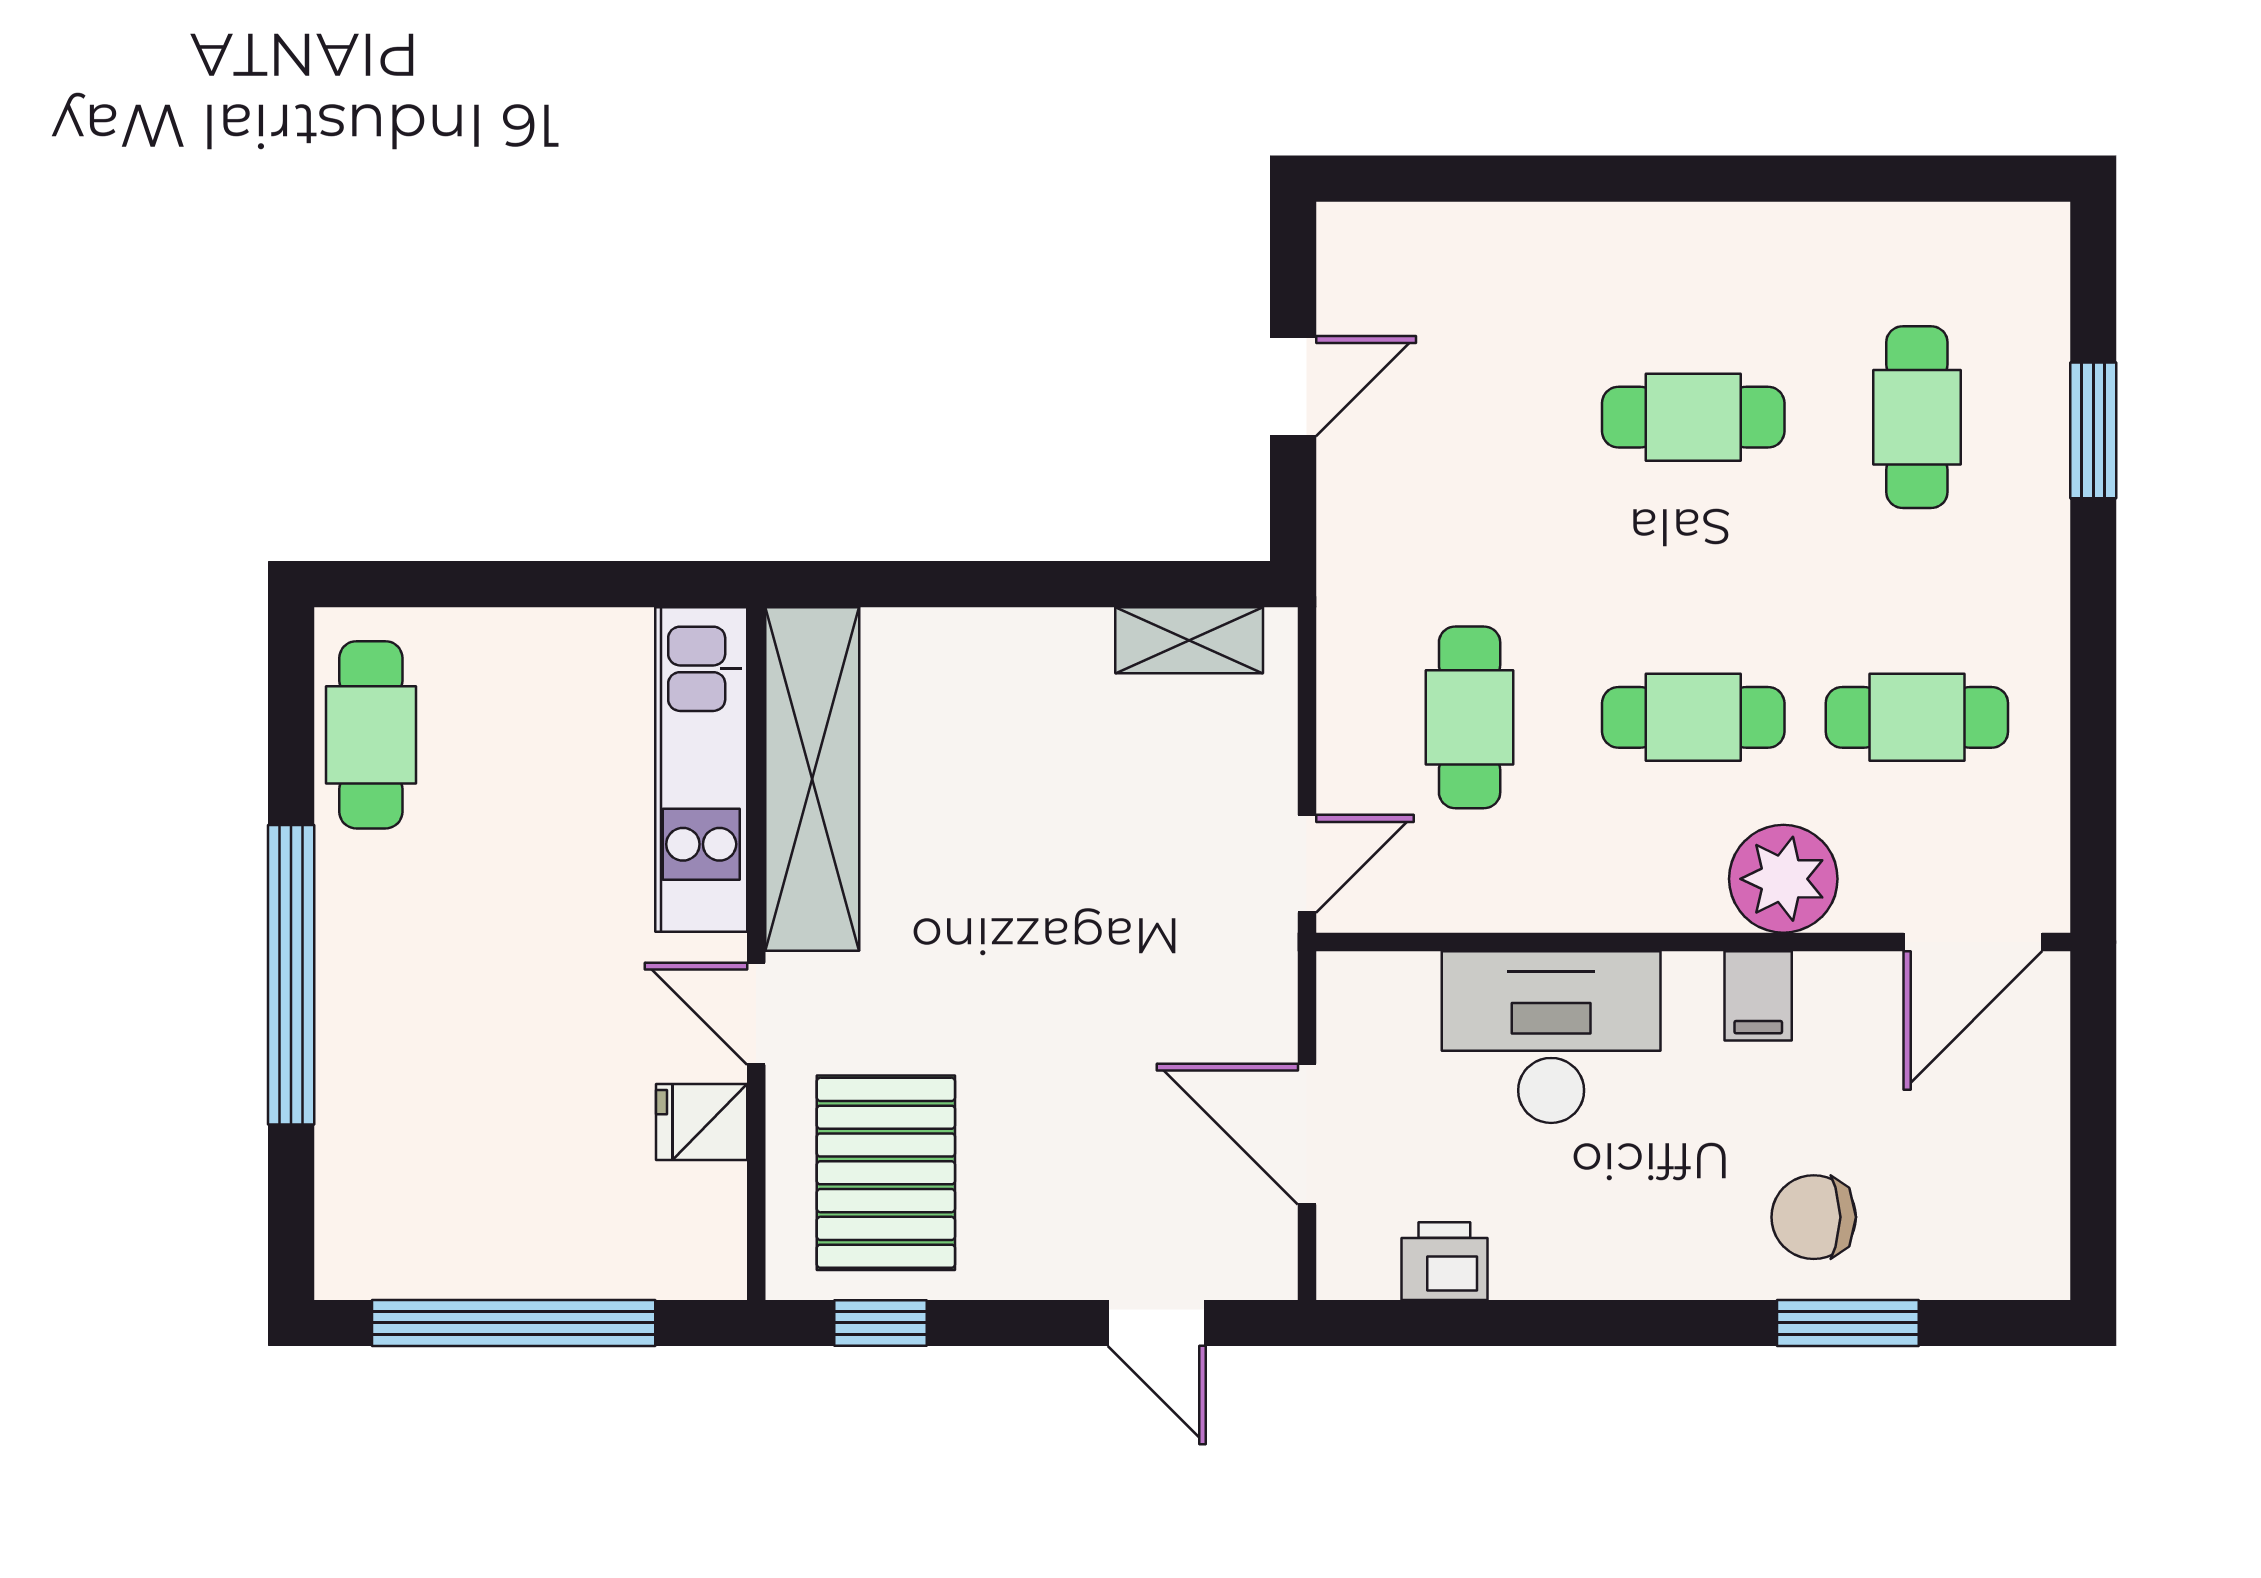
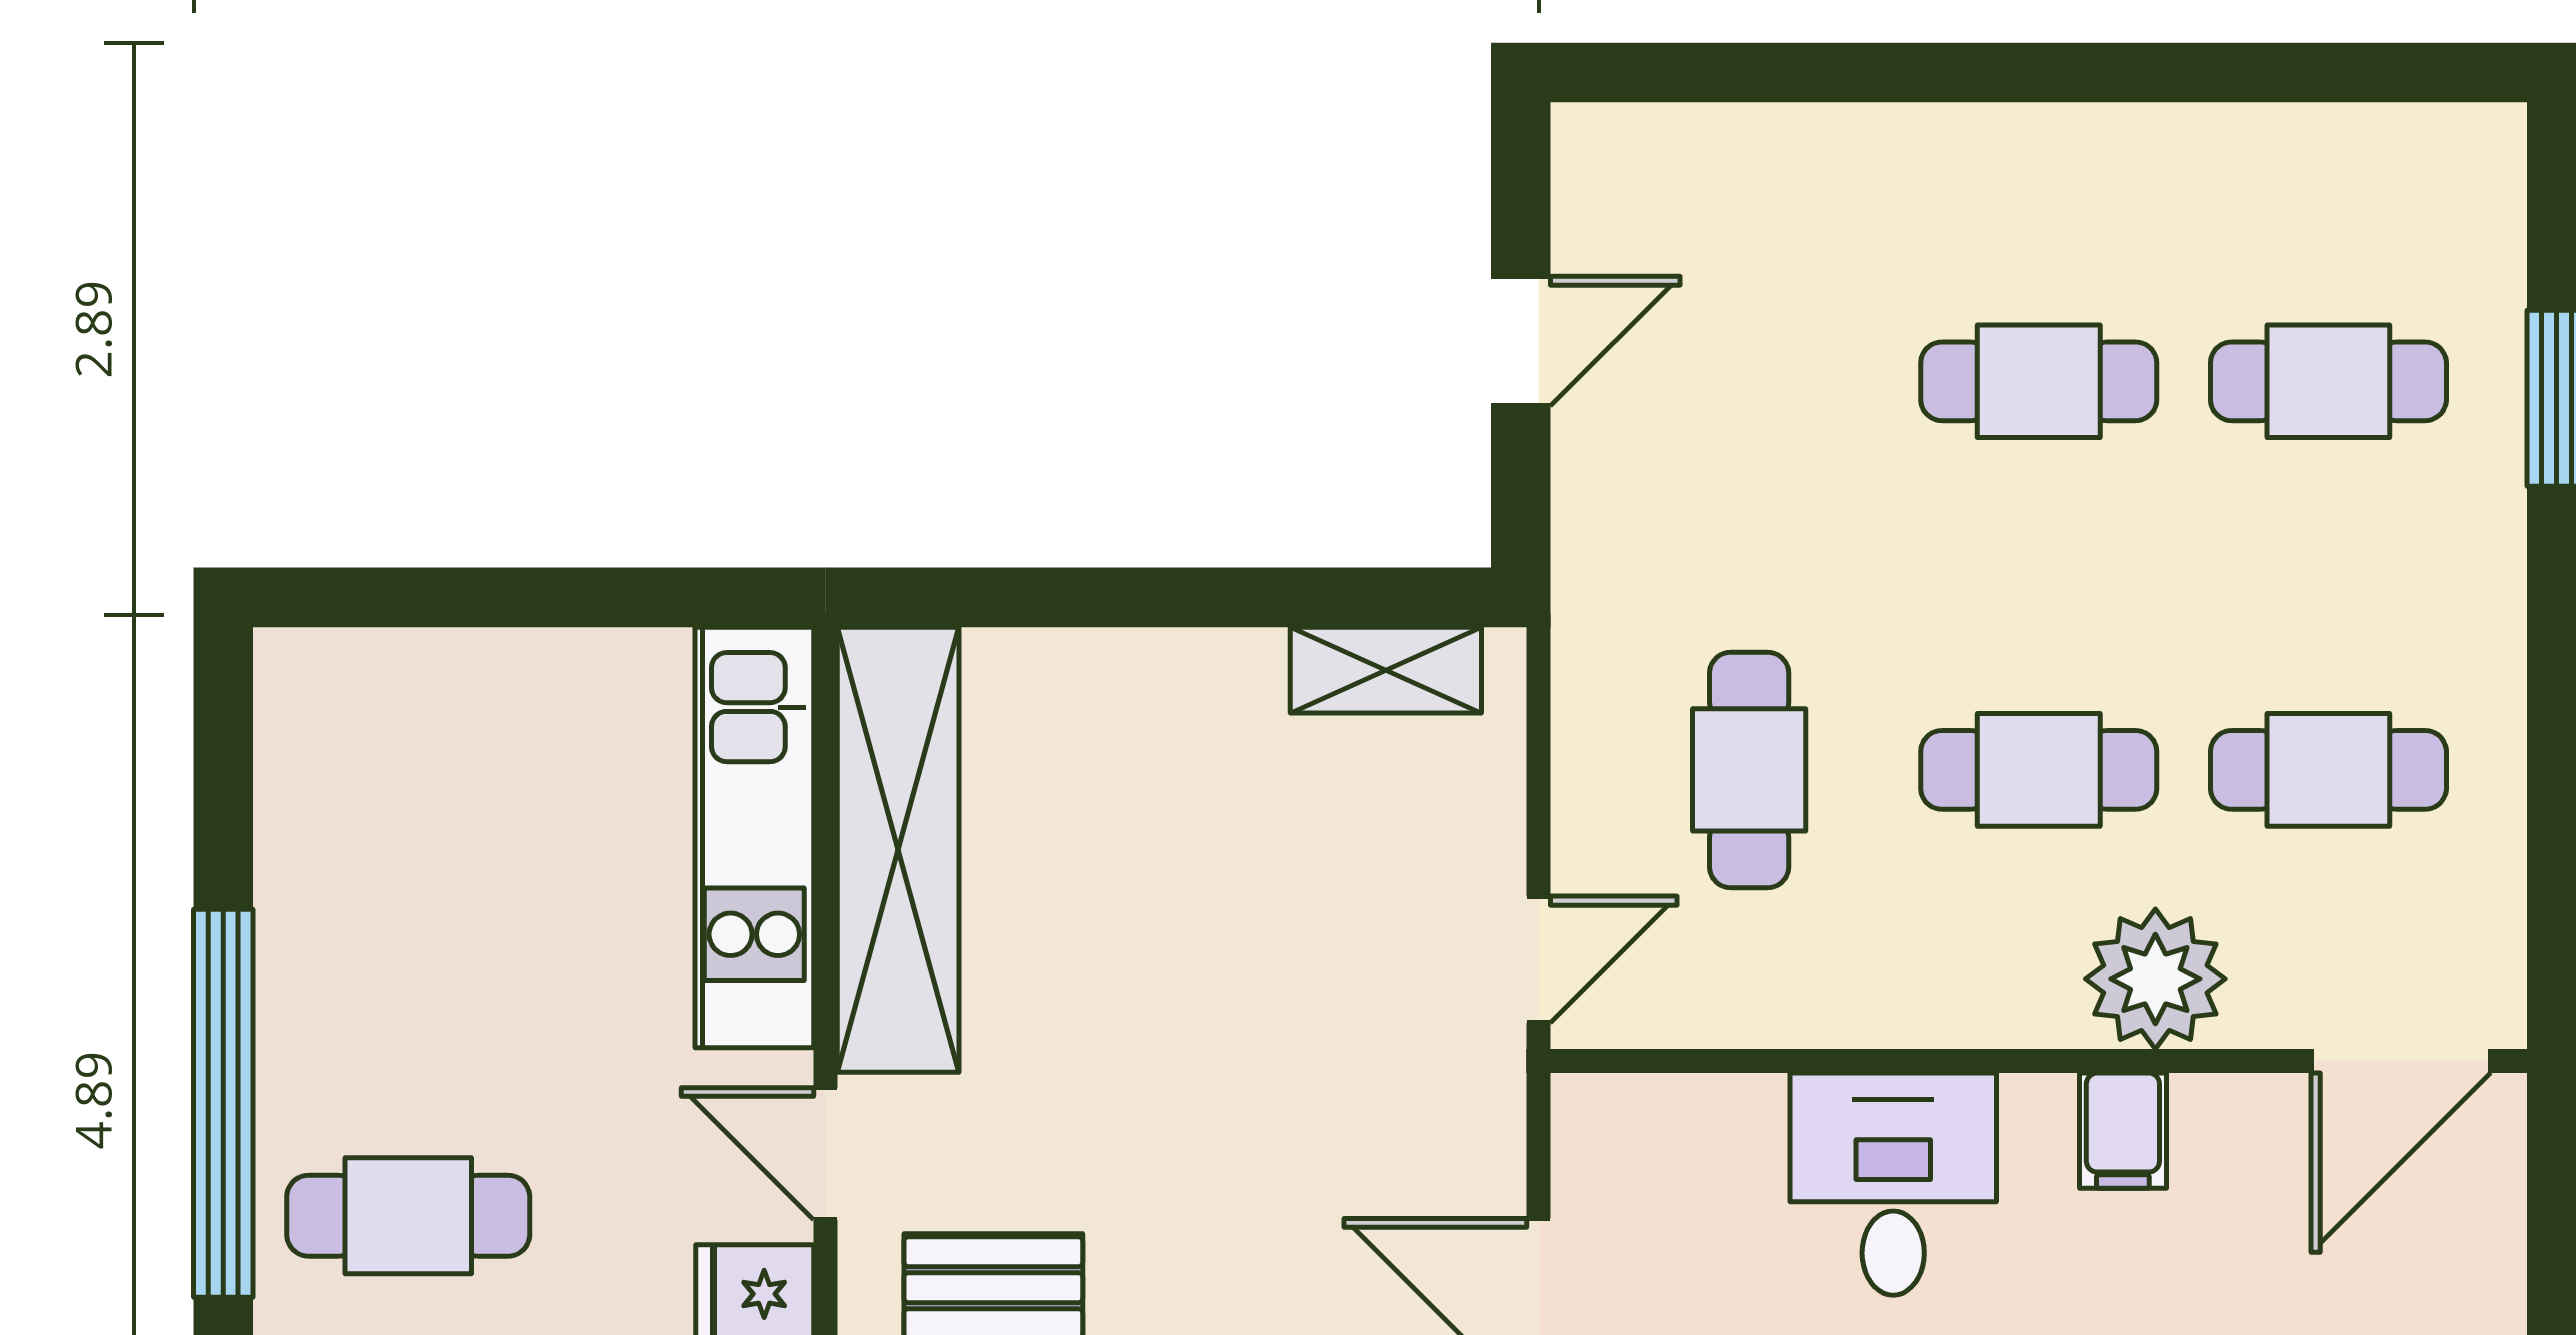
cafe table: (1917, 417) -> (2328, 381), turned 90
cafe table: (371, 735) -> (408, 1216), moved, turned 90
desk: (1551, 1037) -> (1893, 1184), width x0.73

